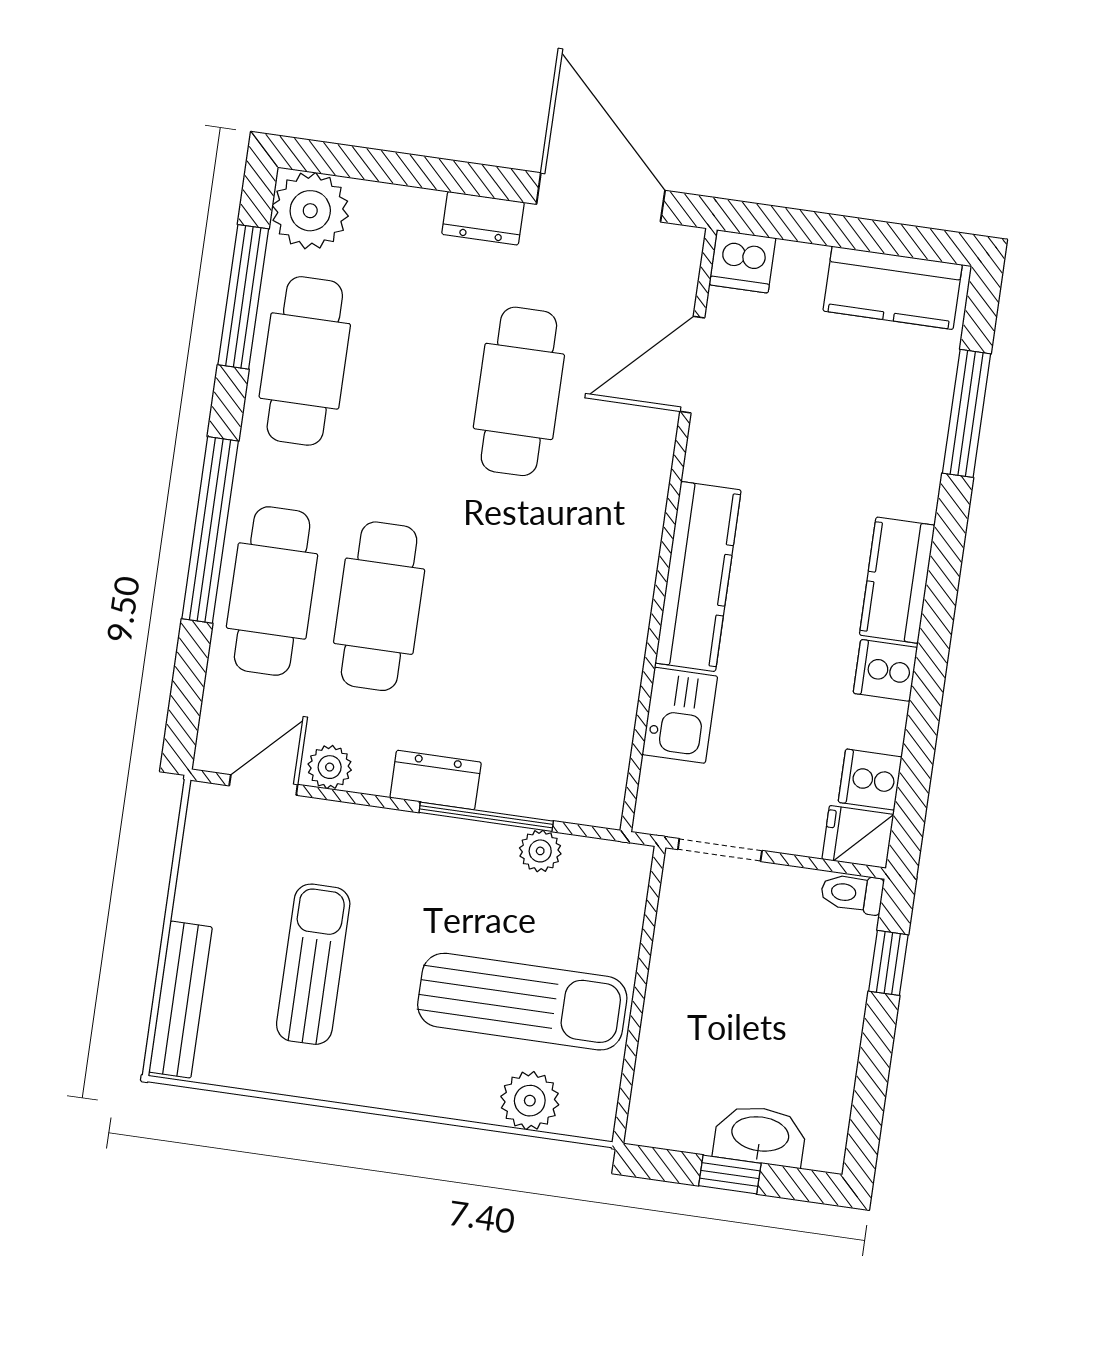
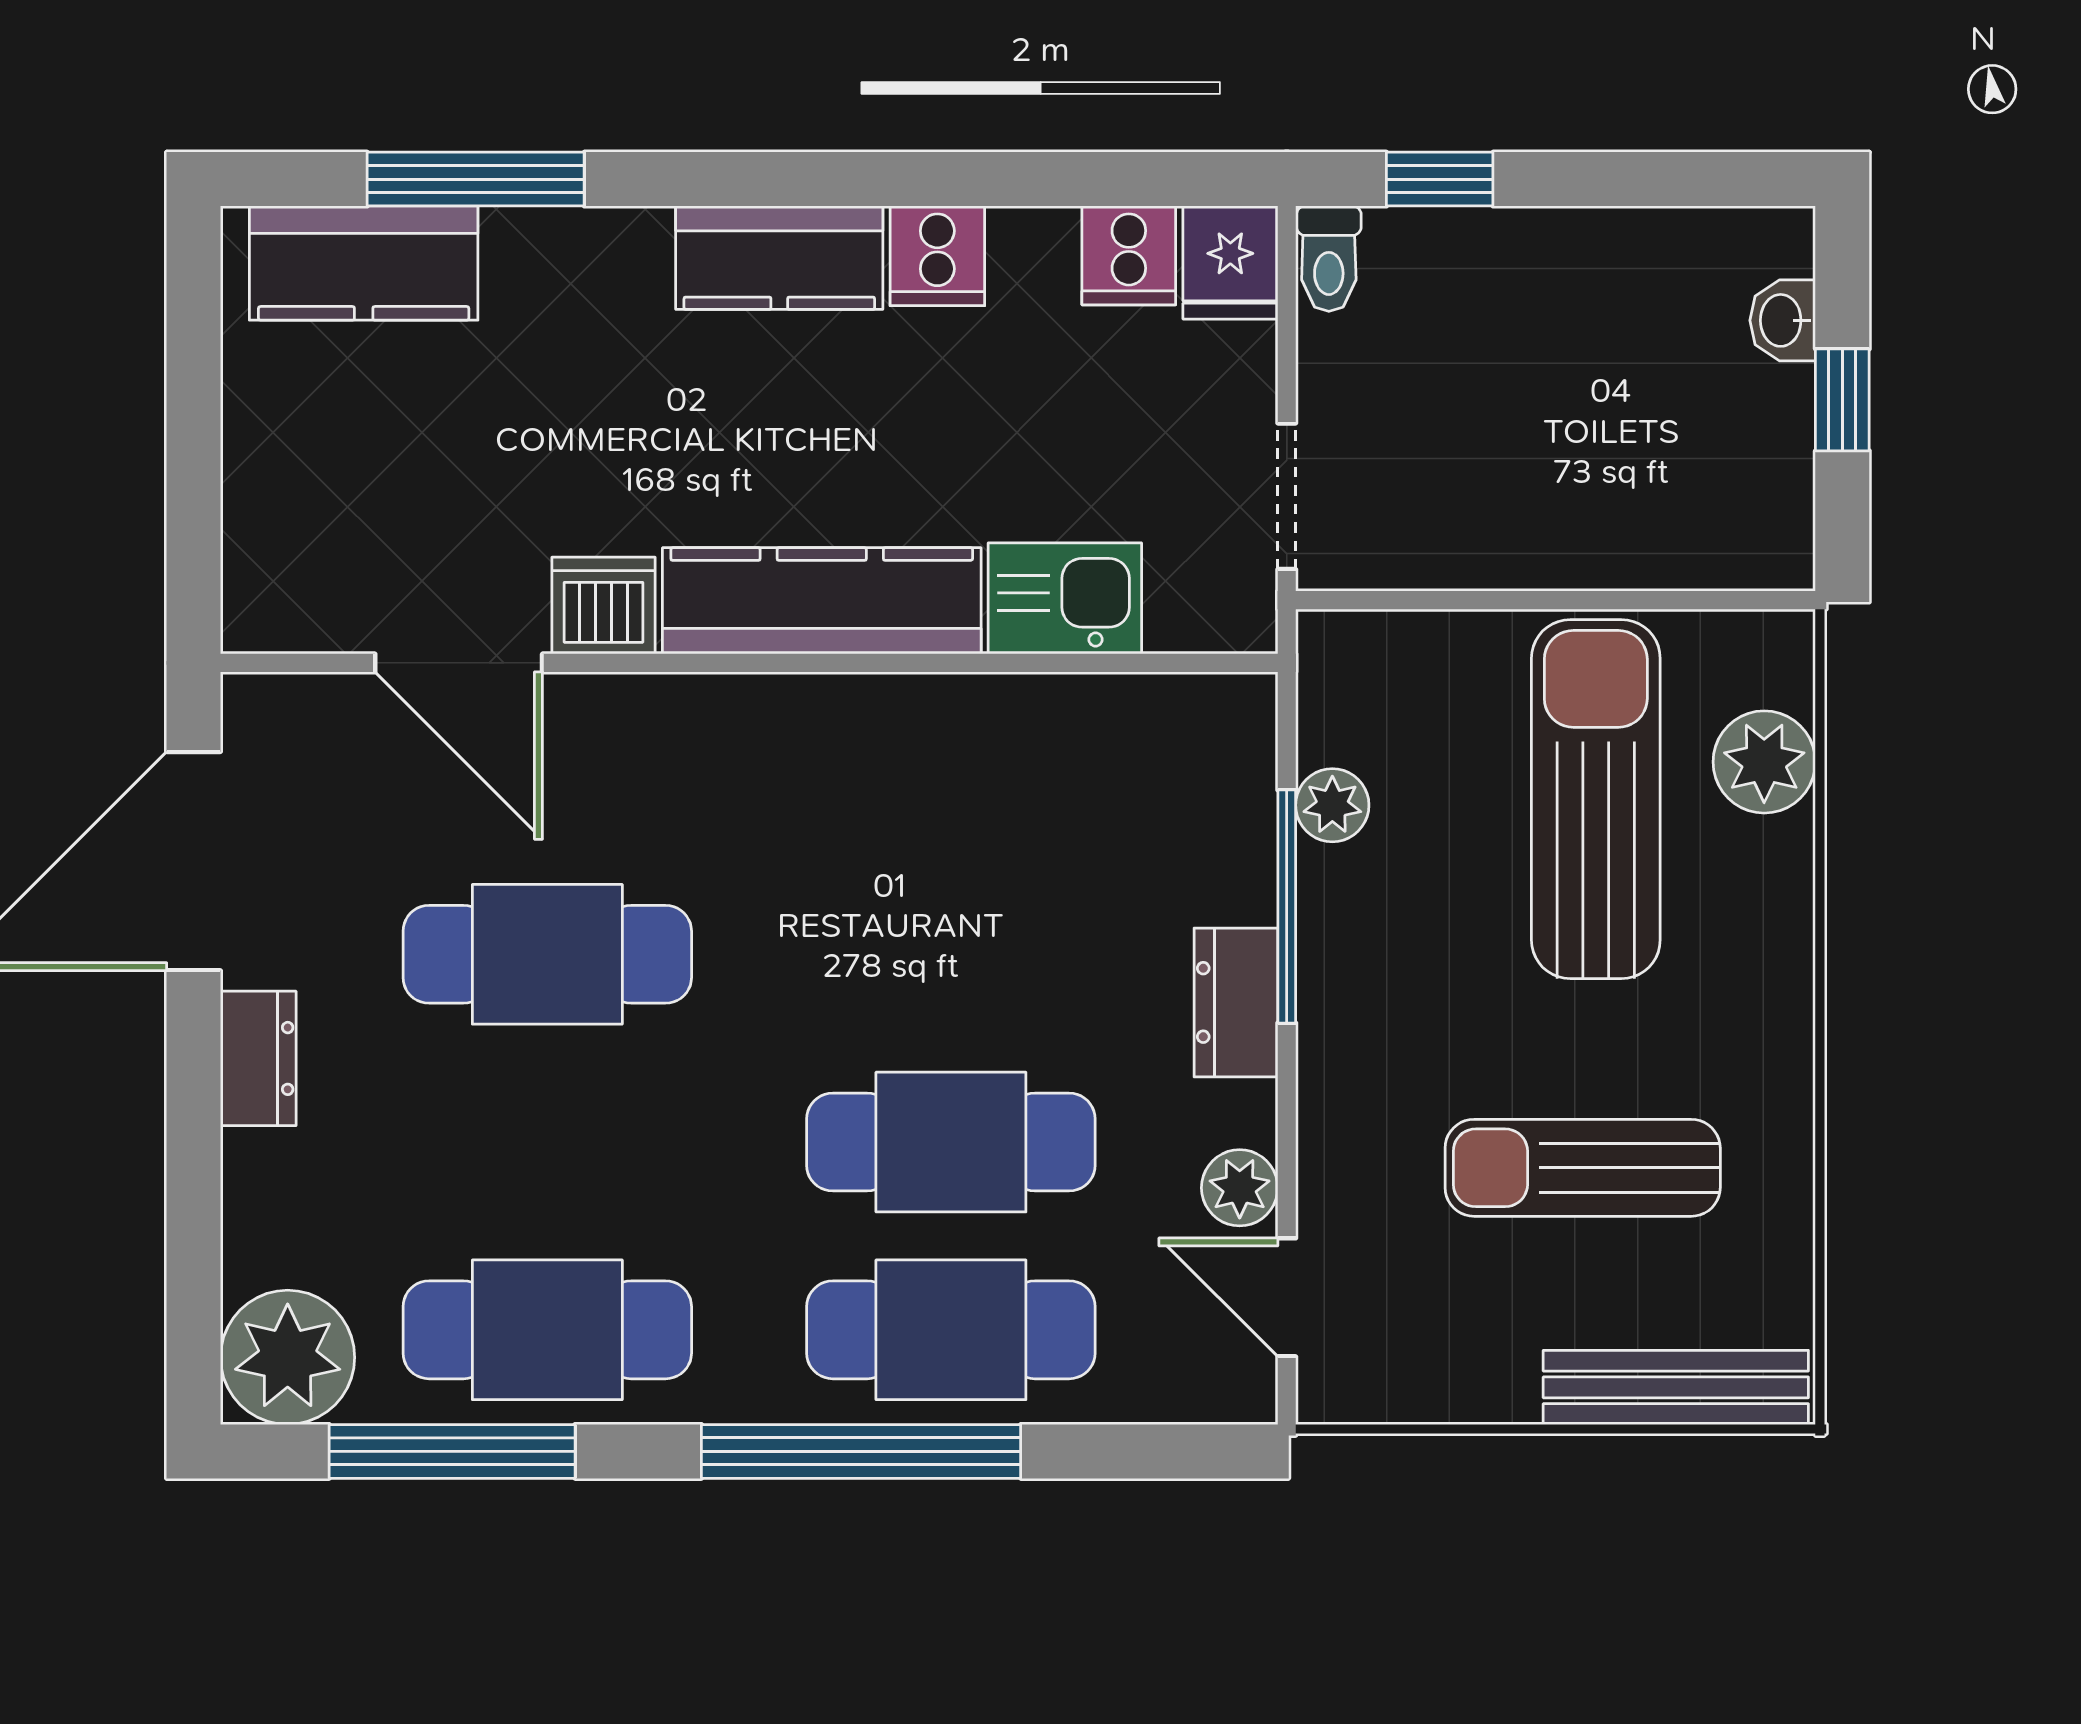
dishwasher: (743, 261) -> (604, 606), moved, turned -90
kitchen counter: (893, 288) -> (364, 263), moved, turned 90
washbasin: (760, 1136) -> (1783, 320), width x0.52, depth x0.69

